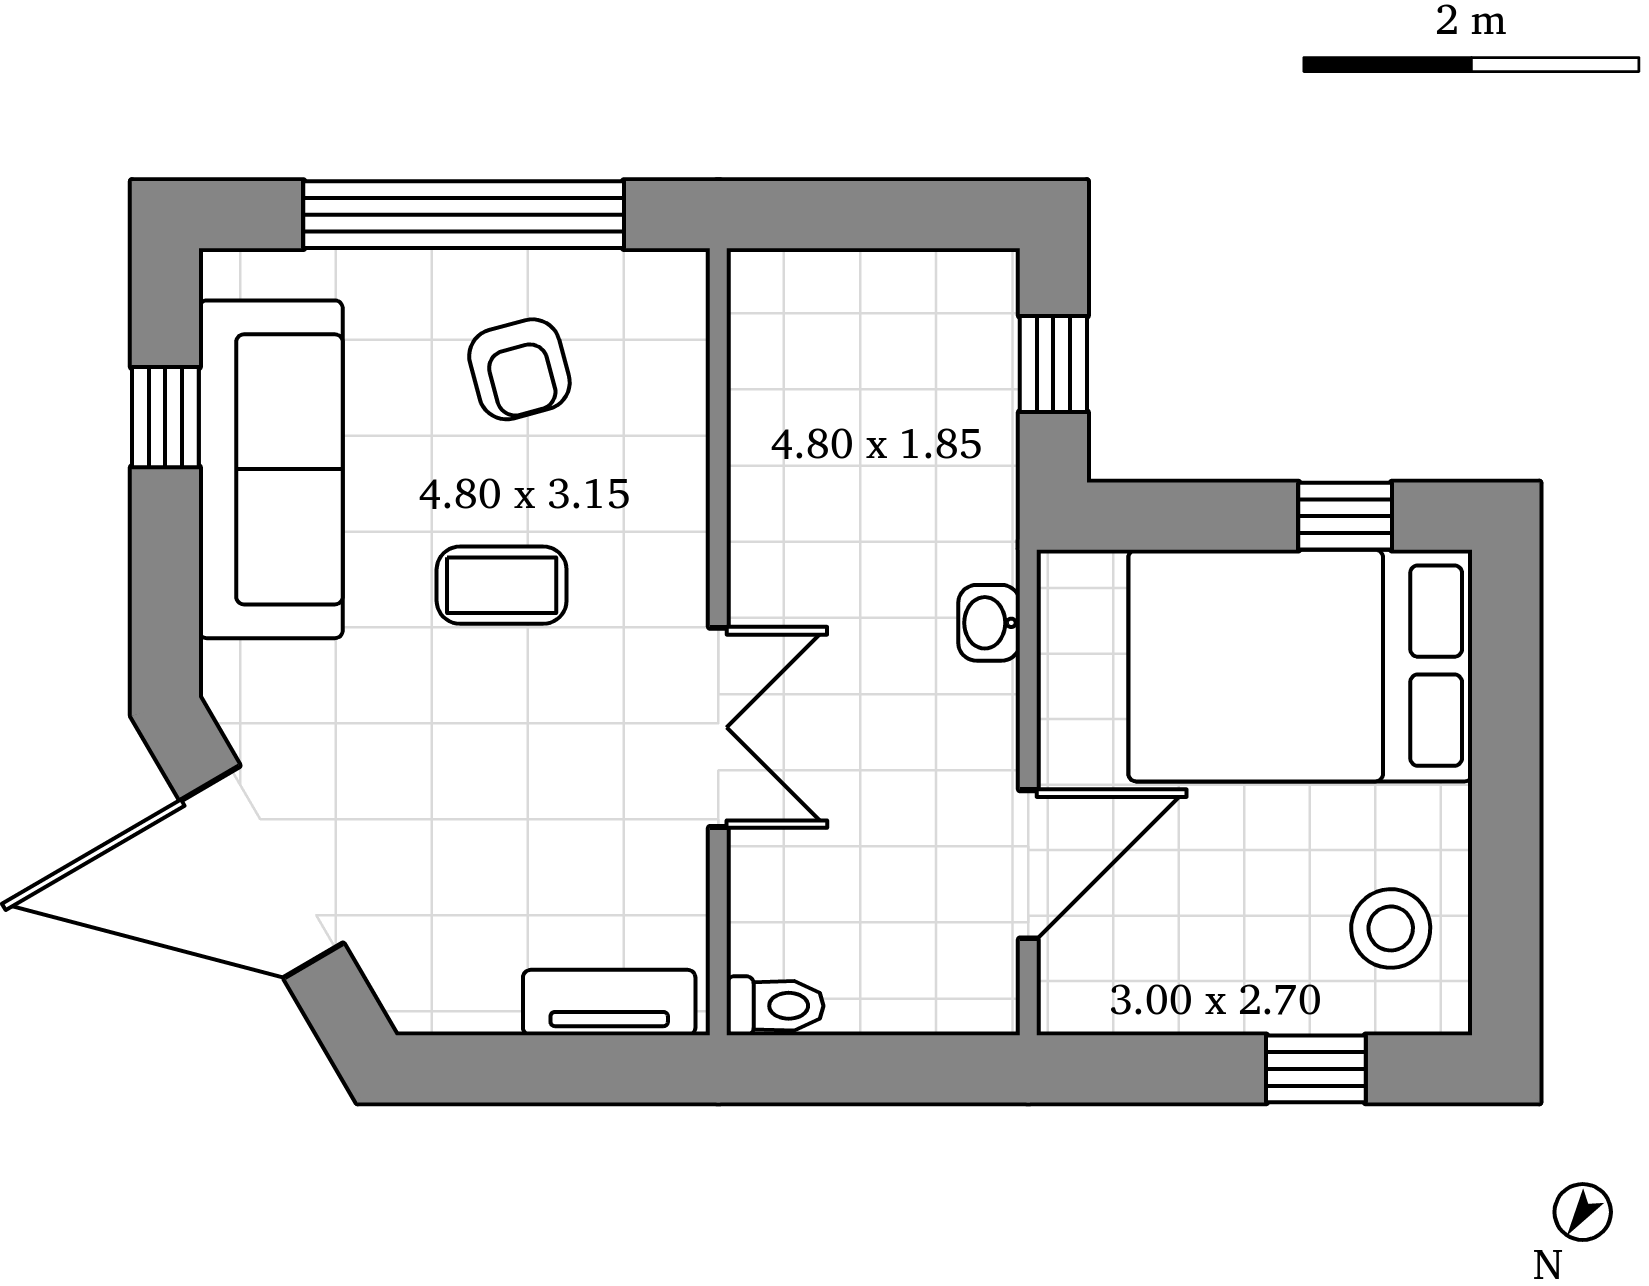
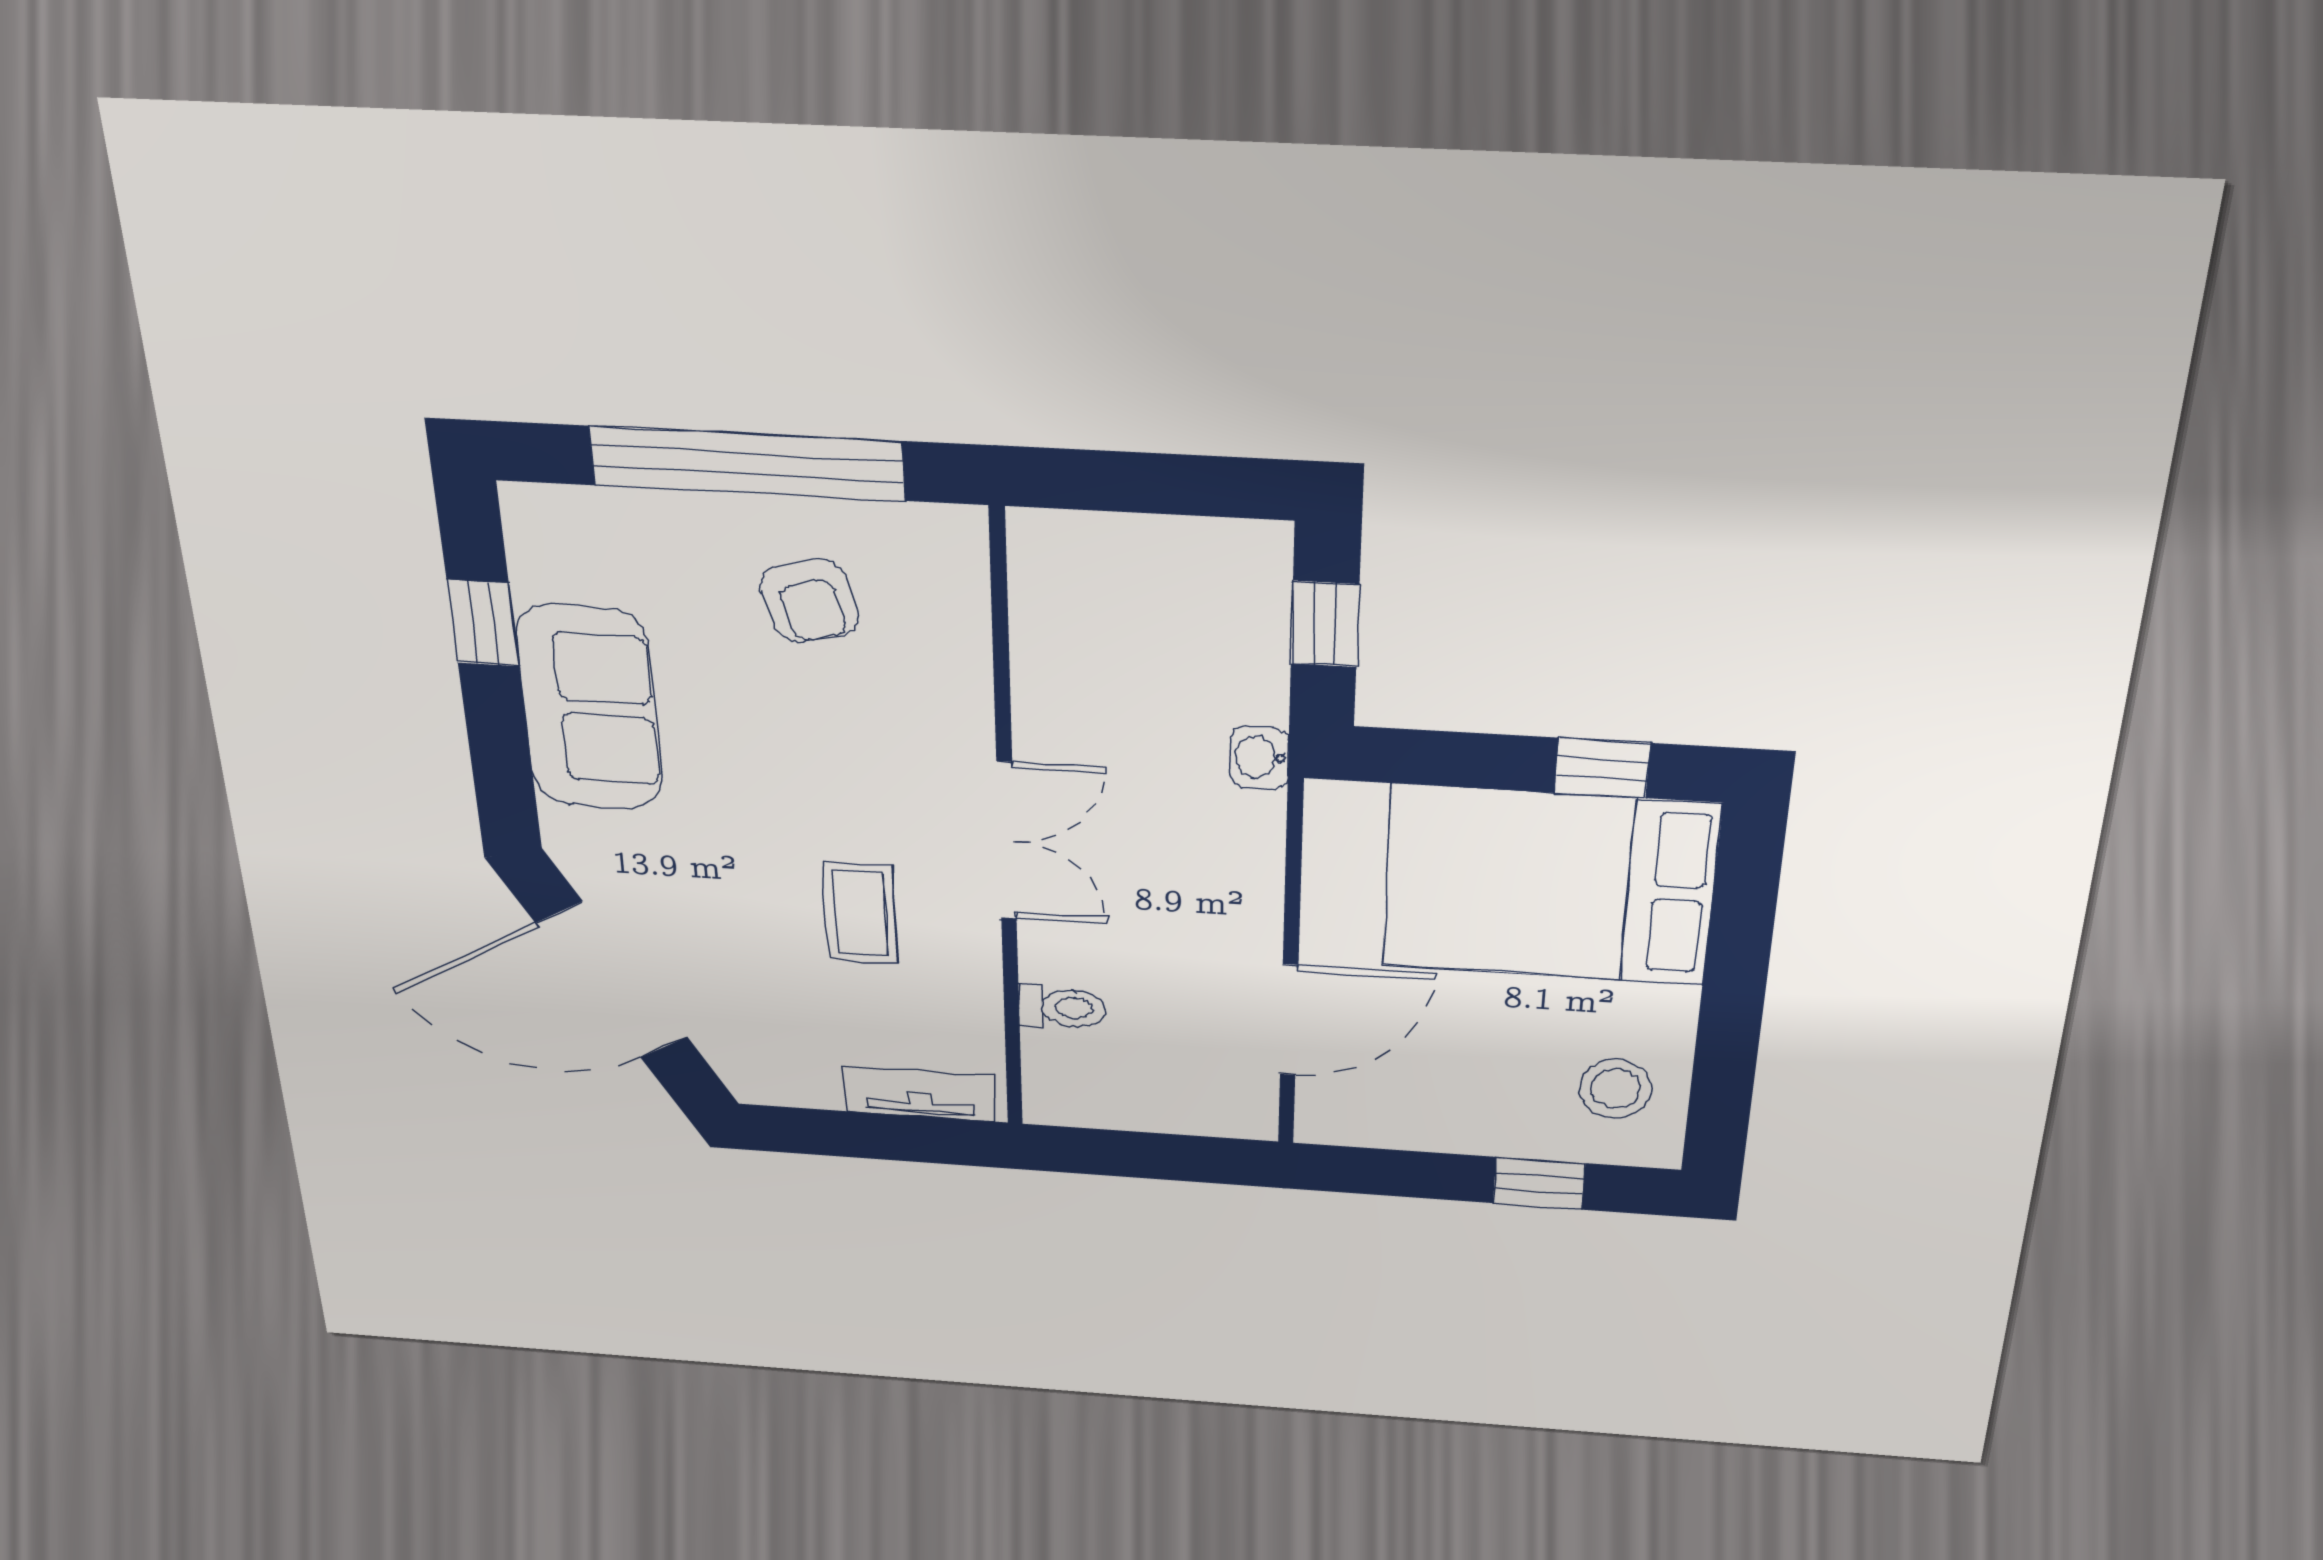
sofa: (271, 469) -> (589, 708), width x0.73
coffee table: (502, 585) -> (860, 913), moved, turned 90
washbasin: (989, 623) -> (1259, 758), moved
double door: (718, 727) -> (1007, 841), moved
toilet: (775, 1006) -> (1062, 1008), moved

